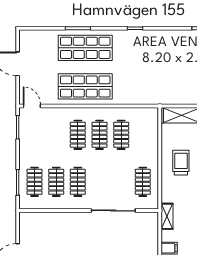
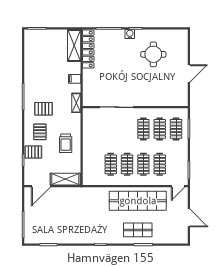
shop shelf: (85, 48) -> (138, 230), width x0.70, depth x0.74
shop shelf: (85, 86) -> (138, 201), width x1.40
door: (32, 106) -> (178, 186), hinge flipped
clothes rail: (143, 182) -> (160, 164), moved

